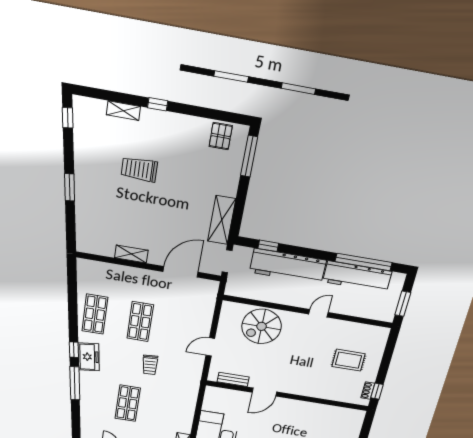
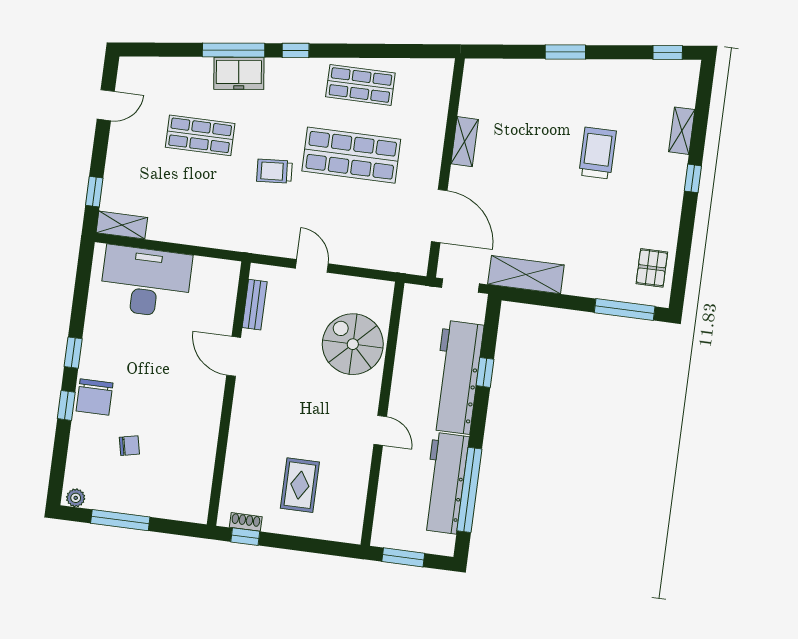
pallet: (221, 136) -> (652, 268), turned 90
window: (268, 246) -> (485, 372), moved
shop shelf: (140, 322) -> (351, 155), width x1.43, depth x1.36
freezer: (89, 357) -> (239, 73), moved

